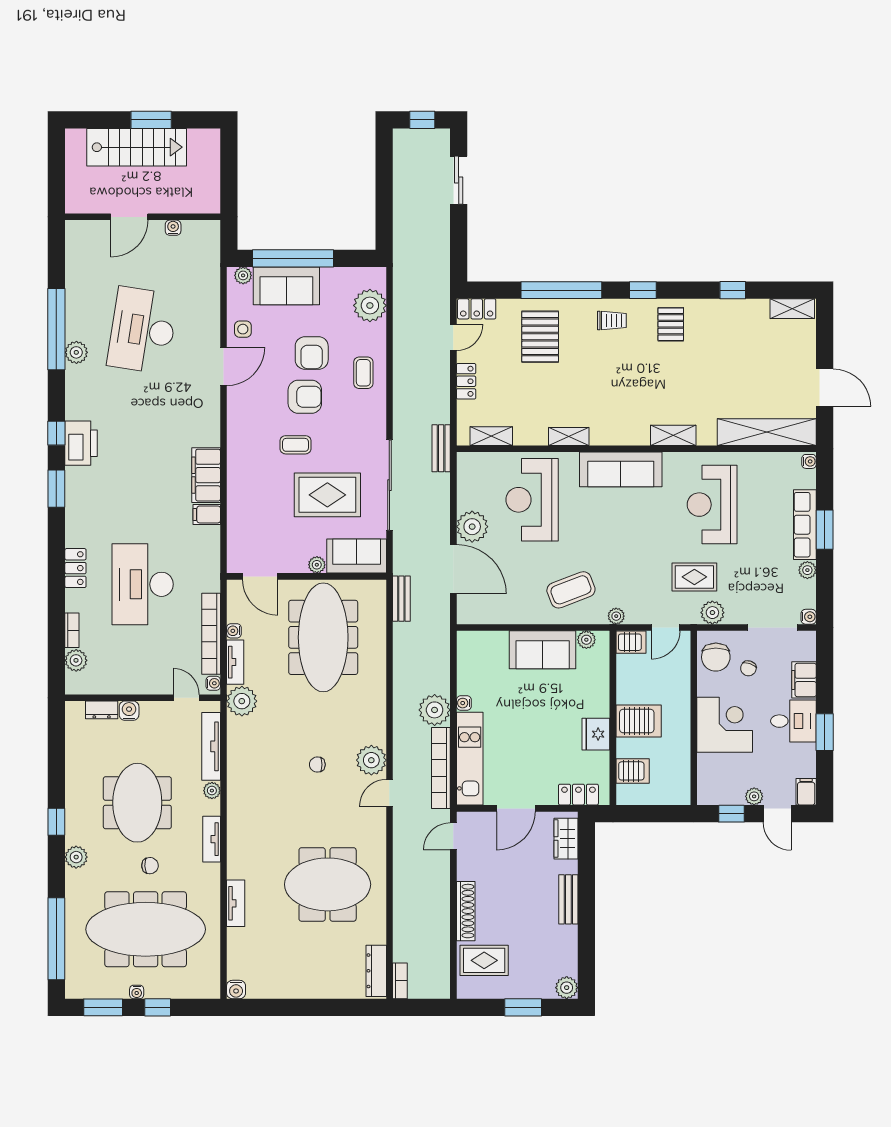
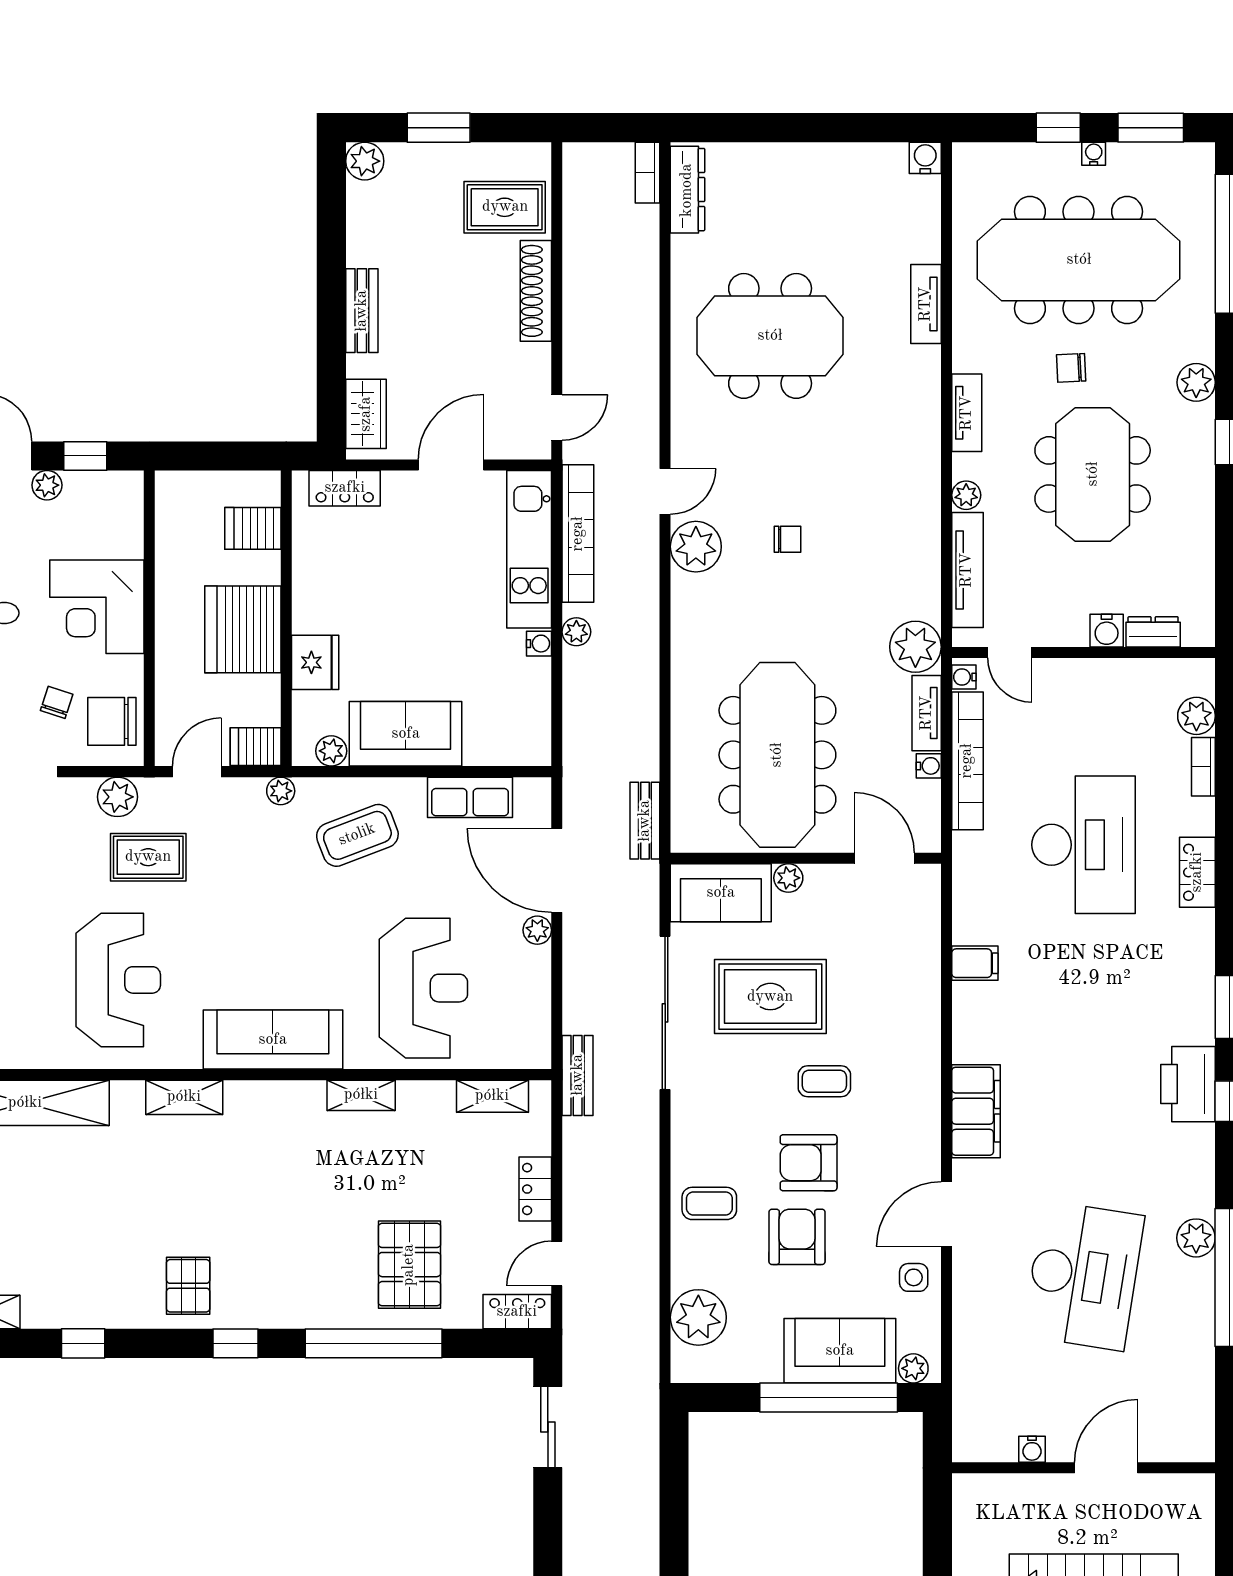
sliding door: (459, 180) -> (548, 1427), moved
trolley: (612, 321) -> (288, 1292), removed
coffee table: (363, 373) -> (709, 1203), turned 90
filing cabinet: (206, 475) -> (976, 1111), moved
plant: (472, 527) -> (537, 930), width x0.53, depth x0.53
row of seats: (505, 612) -> (470, 797), added
chair: (716, 657) -> (112, 721), turned -90
plant: (435, 710) -> (576, 632), width x0.53, depth x0.53
server rack: (639, 721) -> (243, 629), width x1.60
fridge: (596, 734) -> (315, 662), moved

